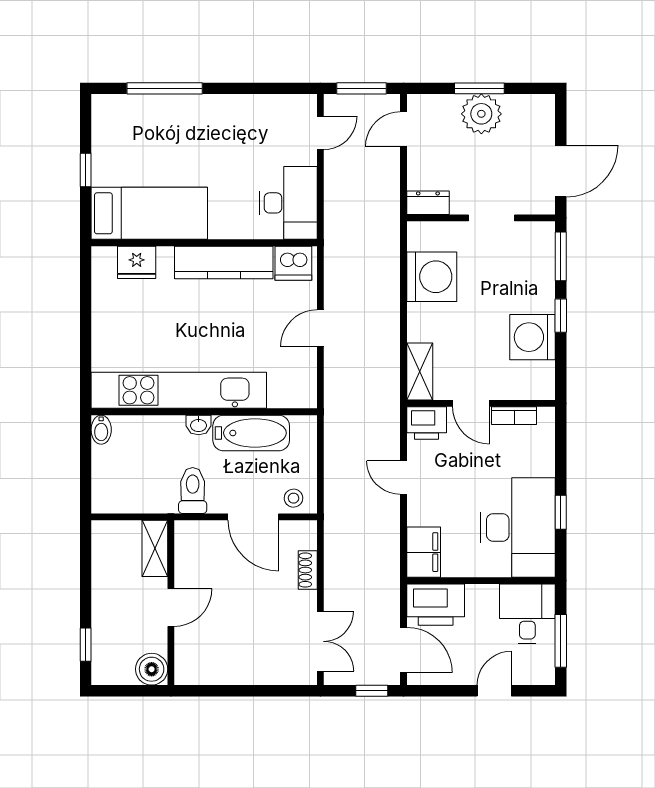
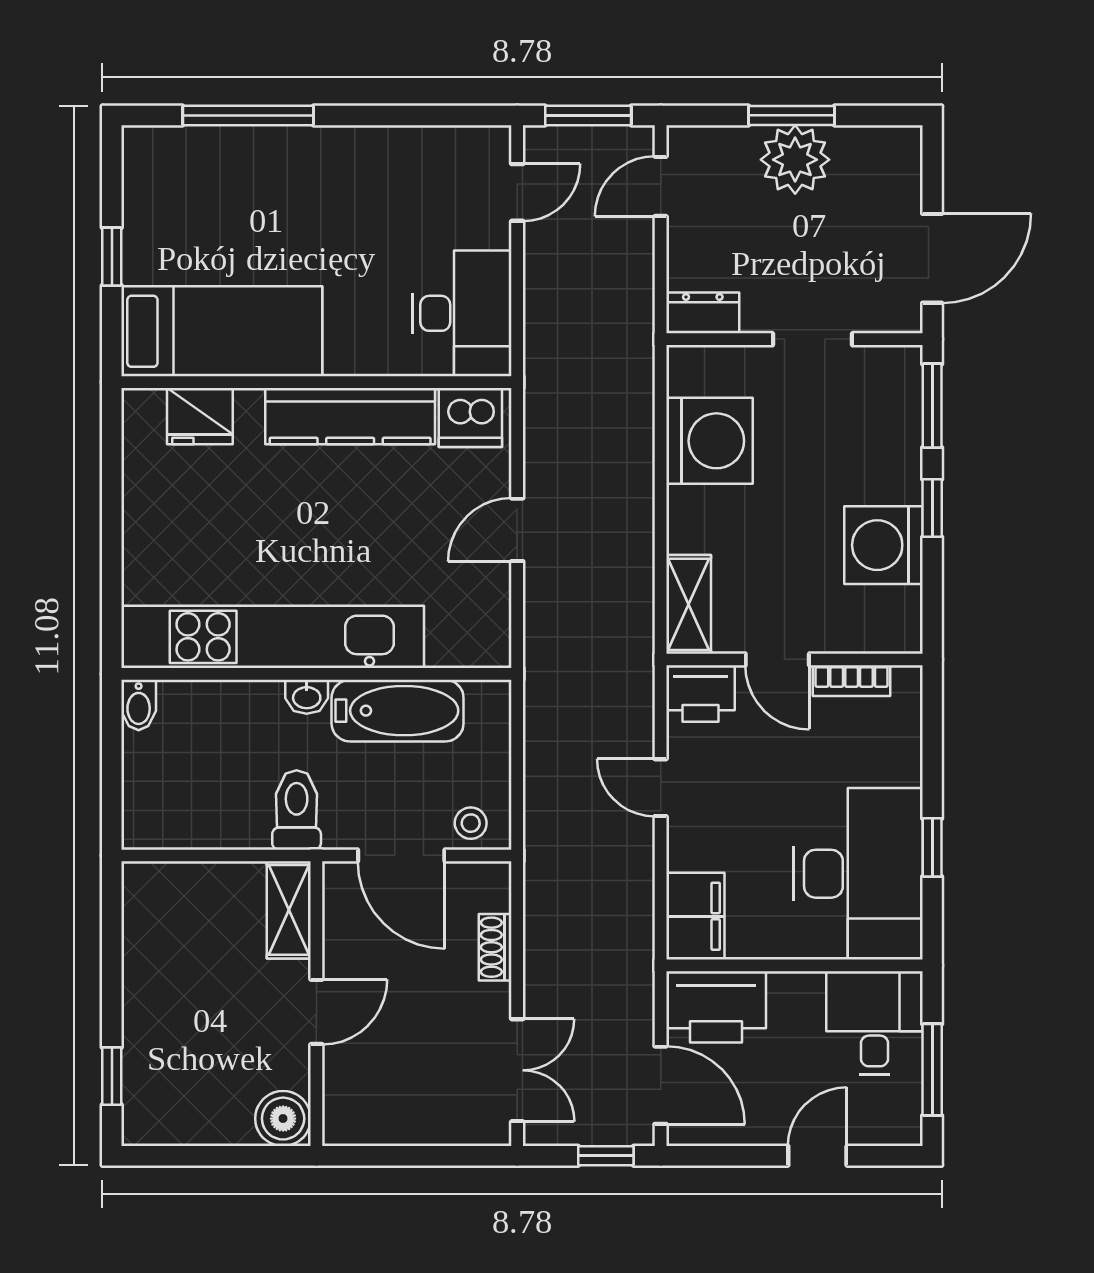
shelving: (155, 548) -> (289, 910), moved
wall: (171, 603) -> (316, 1004), moved
door: (171, 607) -> (316, 1012), moved
boiler: (152, 669) -> (283, 1119), moved

